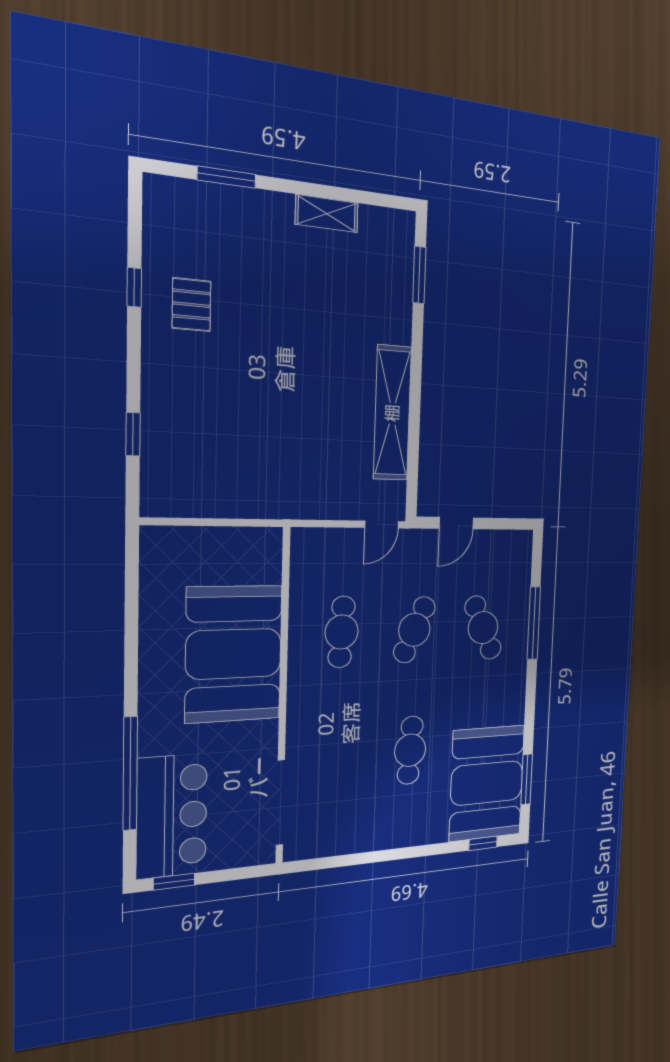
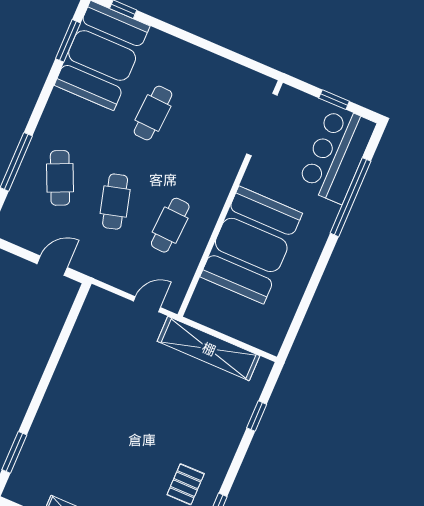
shelving: (392, 413) -> (209, 349), moved, turned 90
door: (382, 524) -> (147, 304), moved
cafe table: (414, 630) -> (115, 202), turned -39
window: (174, 882) -> (334, 100), moved

